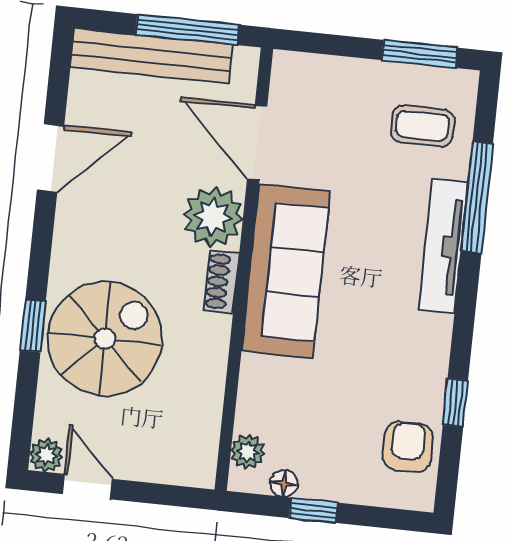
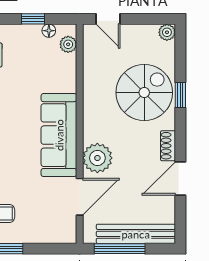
door: (257, 143) -> (80, 197), hinge flipped
shoe rack: (222, 282) -> (168, 146), moved, turned 180
spiral stairs: (105, 339) -> (144, 93), turned 180
door: (88, 487) -> (108, 19), moved

